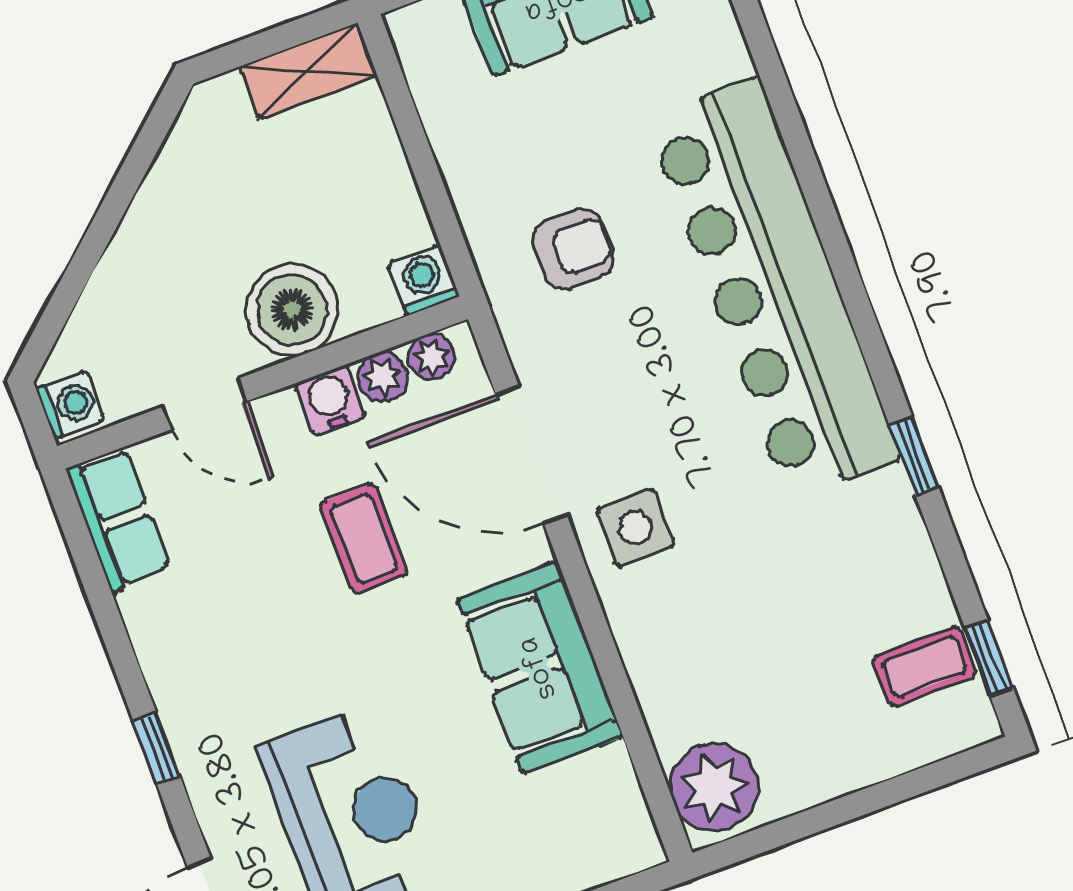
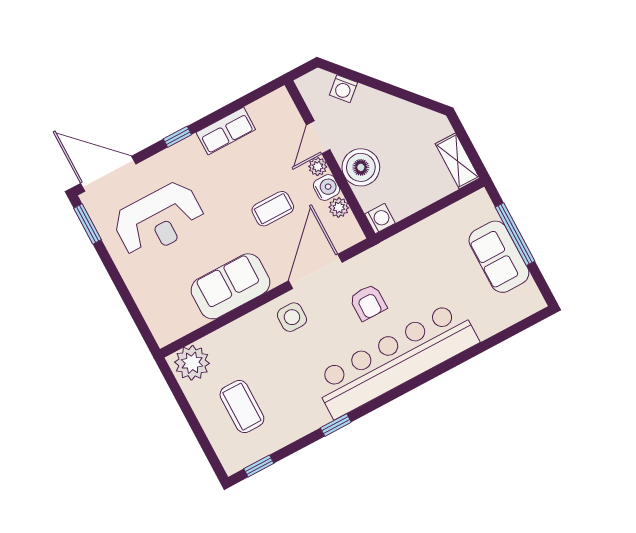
armchair: (573, 249) -> (368, 302), moved
plant: (431, 357) -> (318, 167), moved
washing machine: (70, 404) -> (343, 89), moved, turned 49
row of seats: (118, 520) -> (226, 131), moved
coffee table: (924, 667) -> (242, 407), moved, width x1.36, depth x1.30

